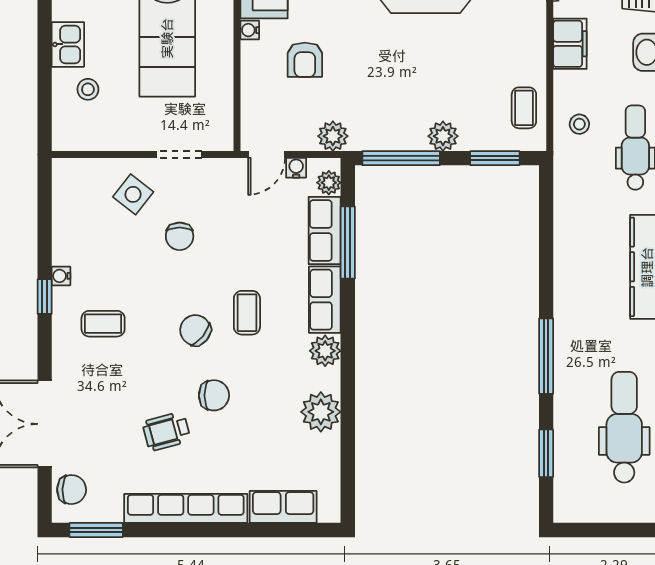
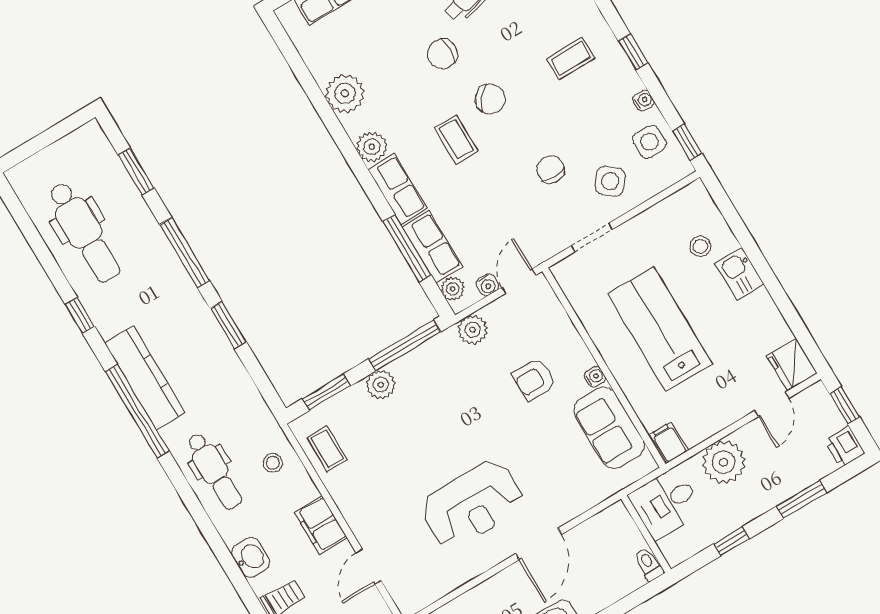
armchair: (305, 60) -> (534, 379), turned -90
window: (45, 188) -> (687, 142), added
side table: (78, 209) -> (649, 142), added
window: (546, 269) -> (228, 325), added
water cooler: (61, 276) -> (643, 100), moved

